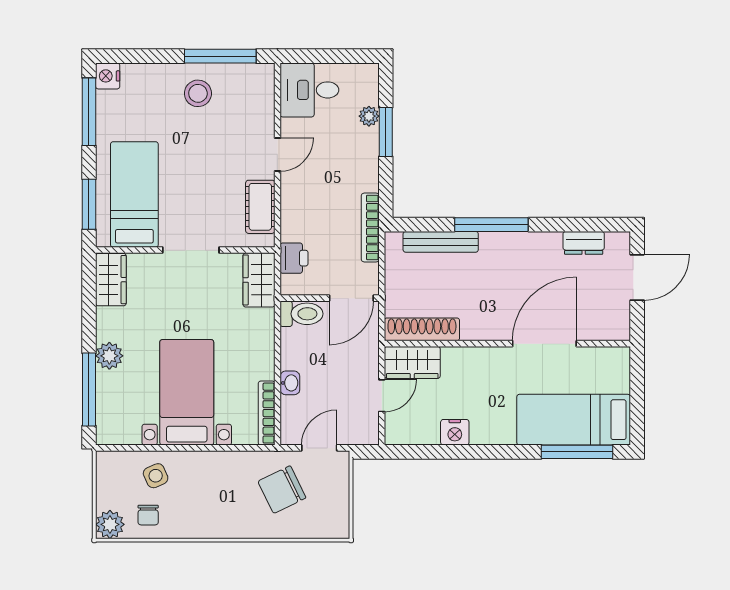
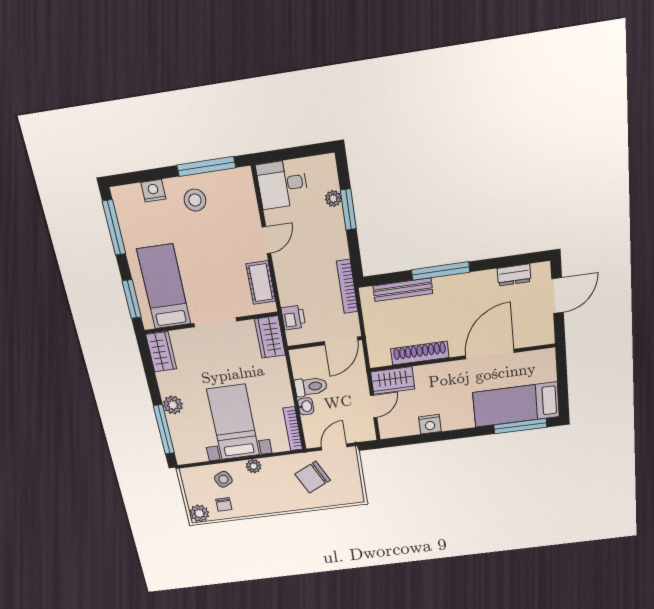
nightstand: (108, 76) -> (153, 191), moved, turned 90
toilet: (301, 314) -> (311, 387), moved
shoe rack: (422, 329) -> (420, 353), moved
plant: (202, 461) -> (254, 466), added

